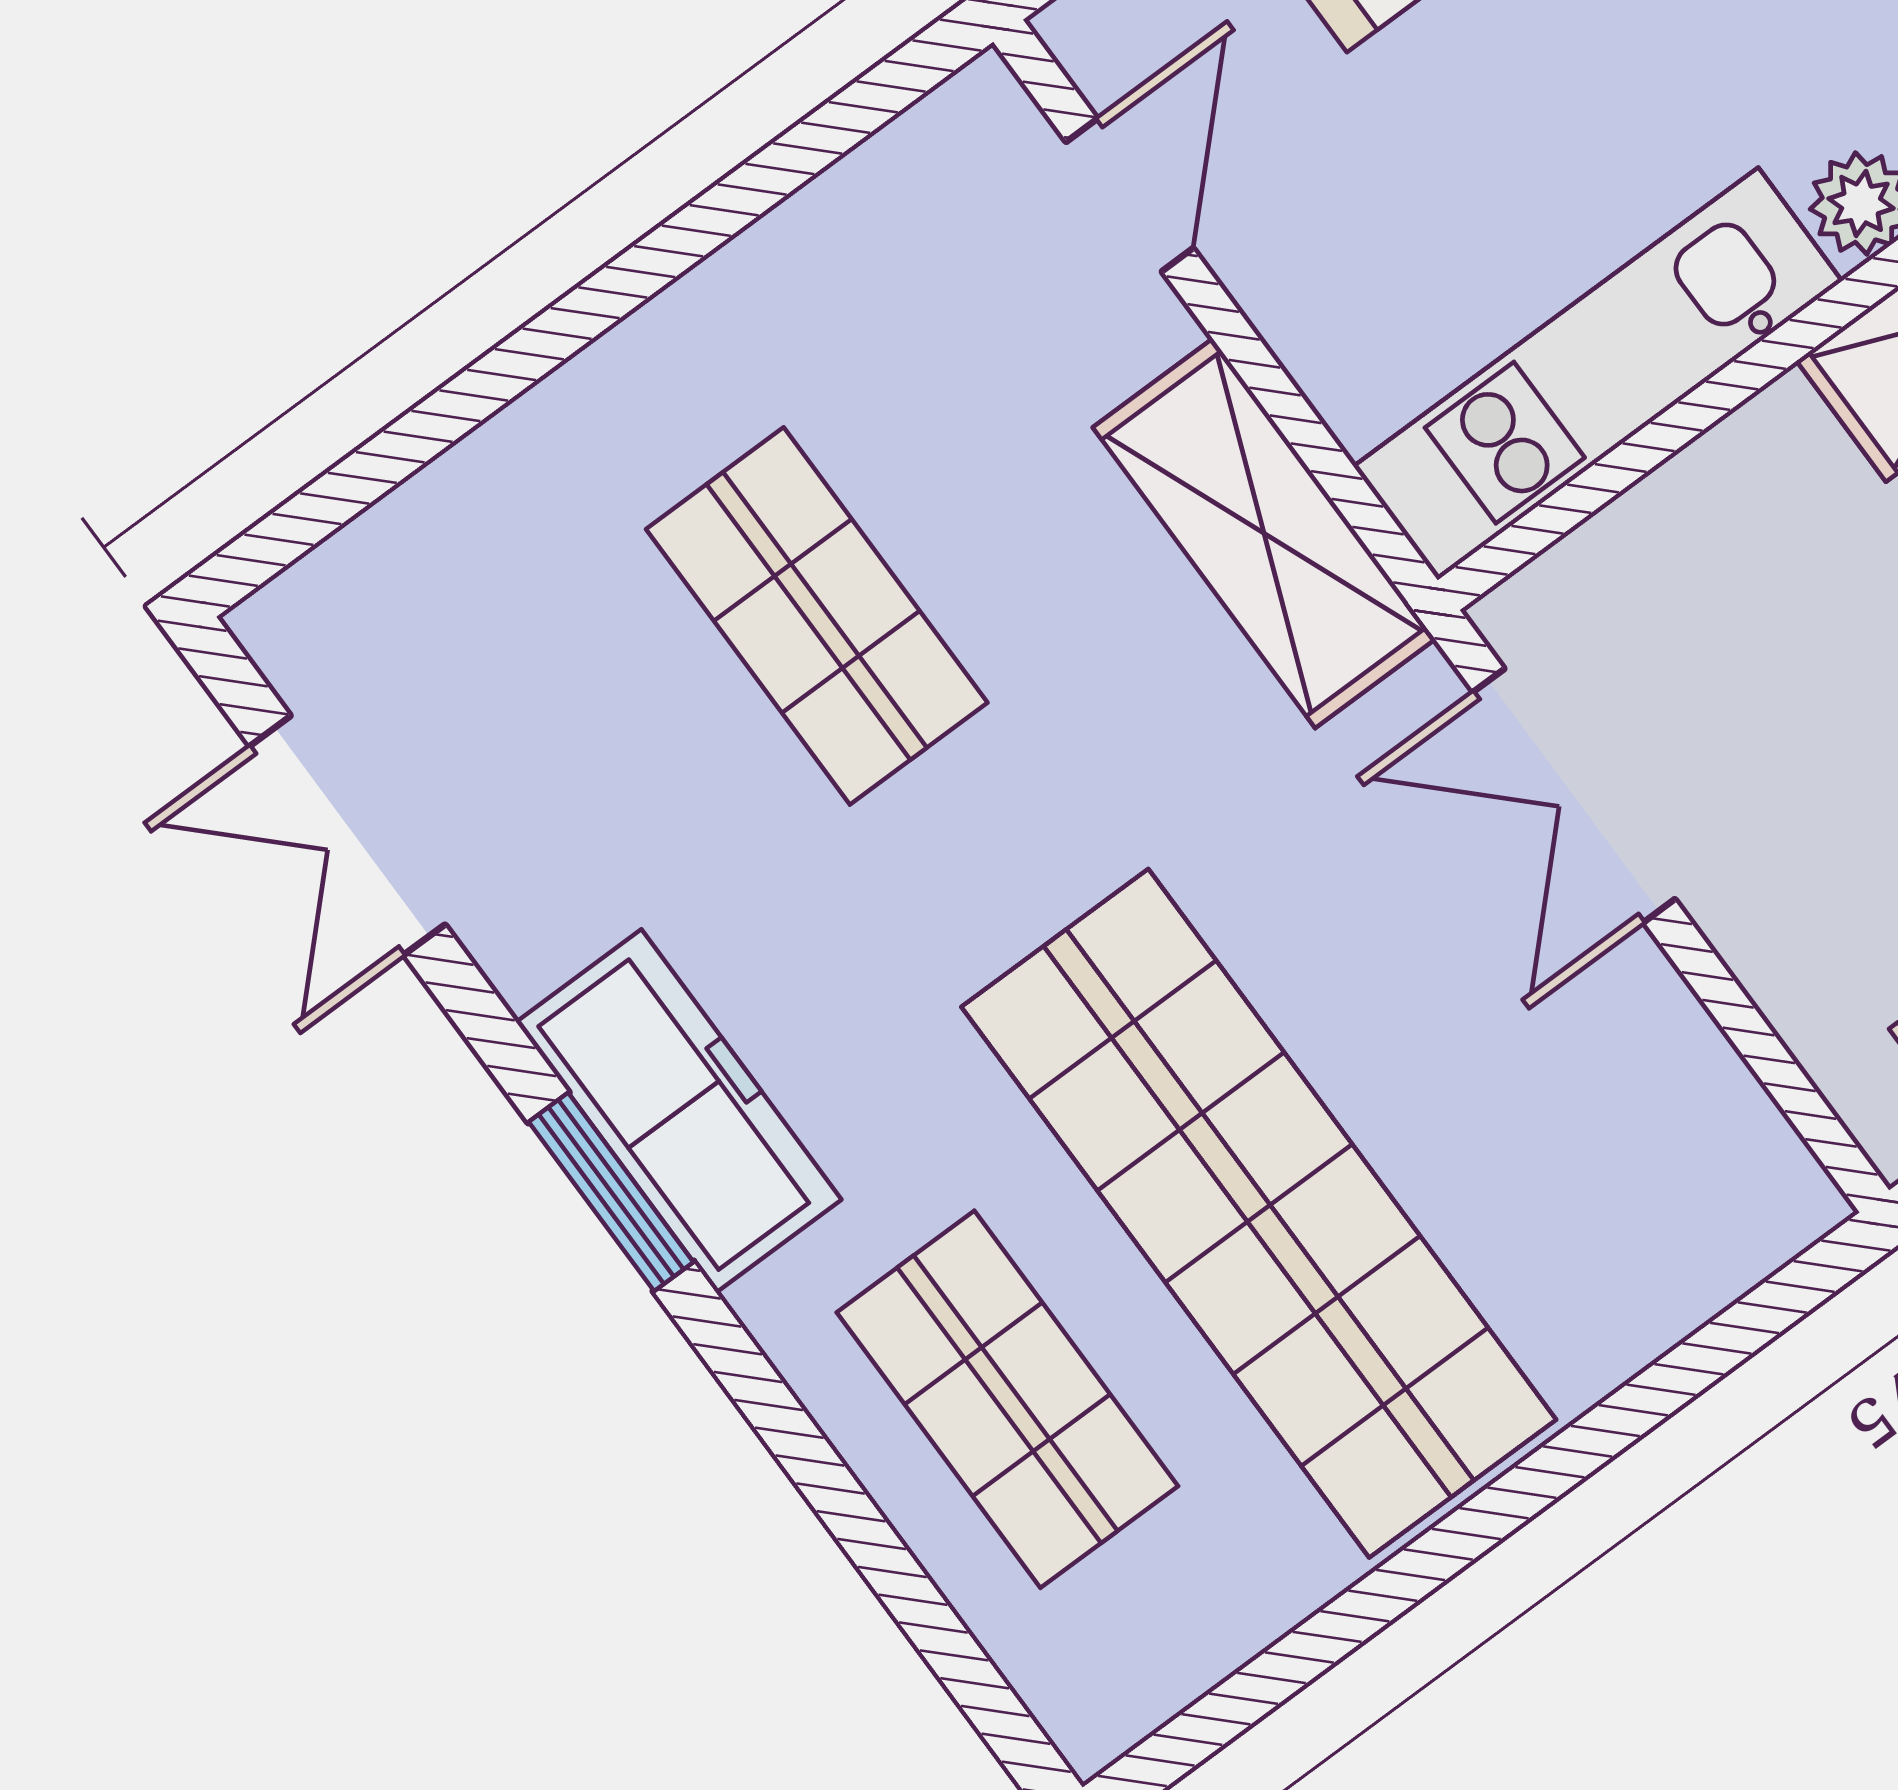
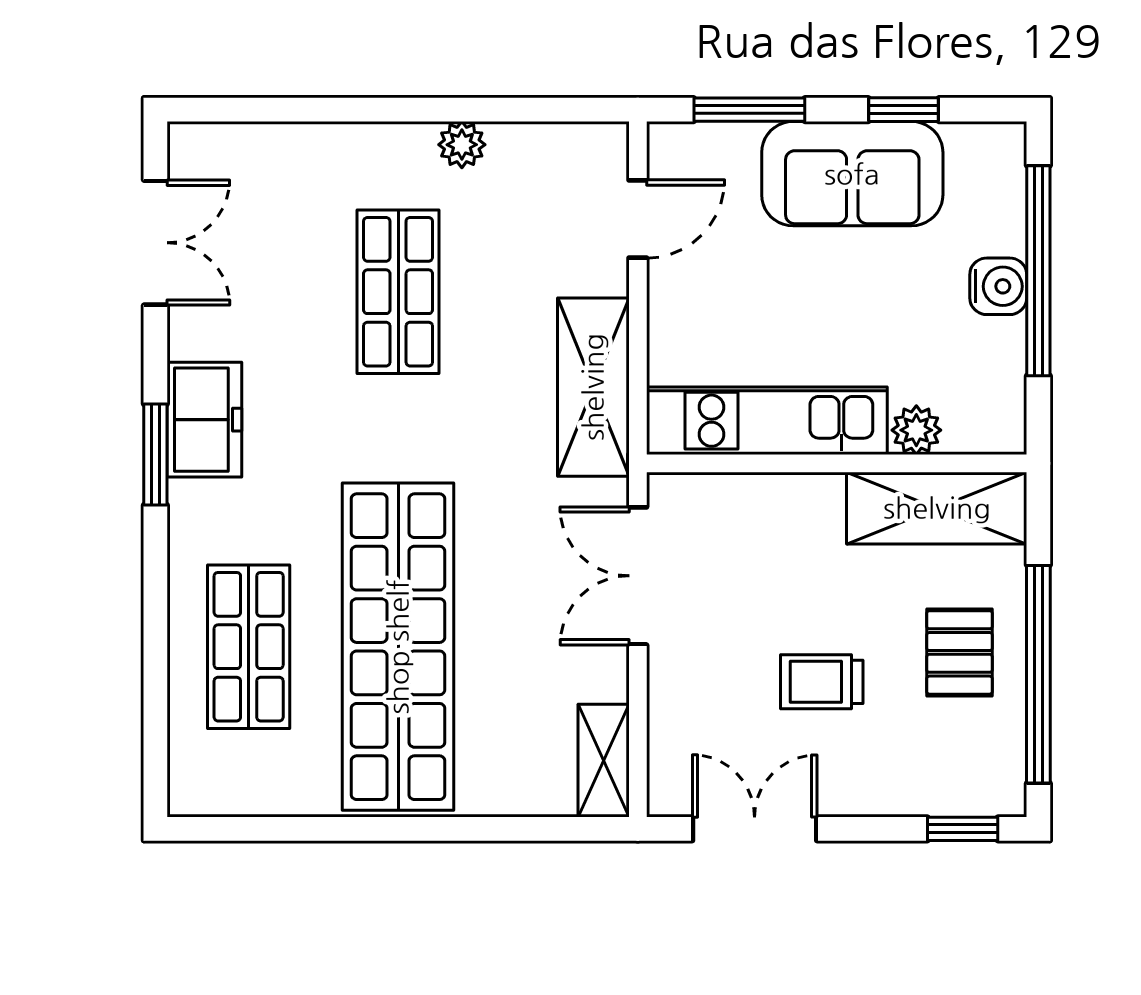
plant: (741, 289) -> (462, 145), added
double door: (347, 835) -> (155, 243), swing flipped
freezer: (679, 1111) -> (204, 420), width x0.71
shelving: (1746, 1149) -> (604, 761), added

